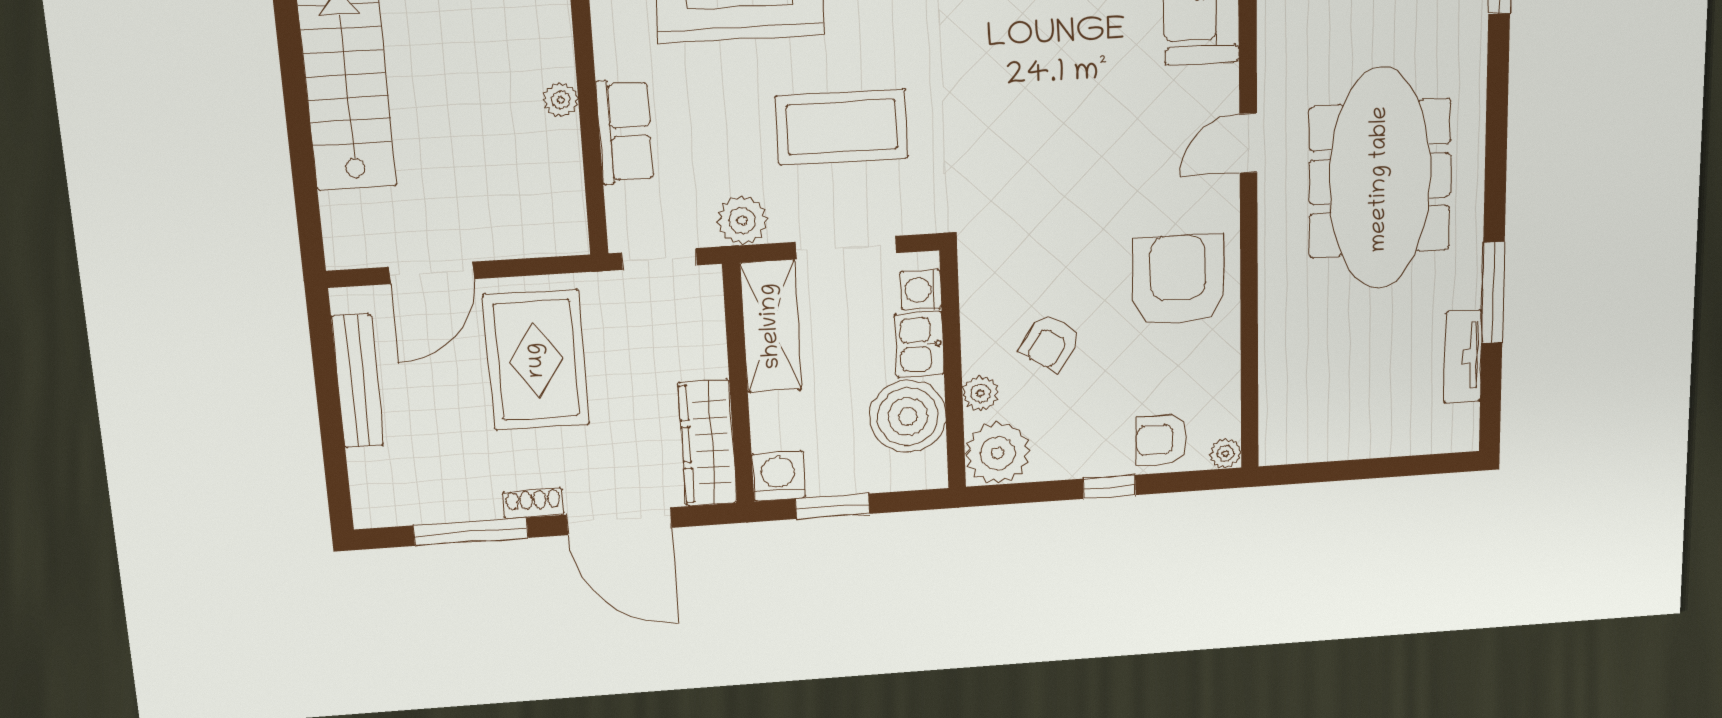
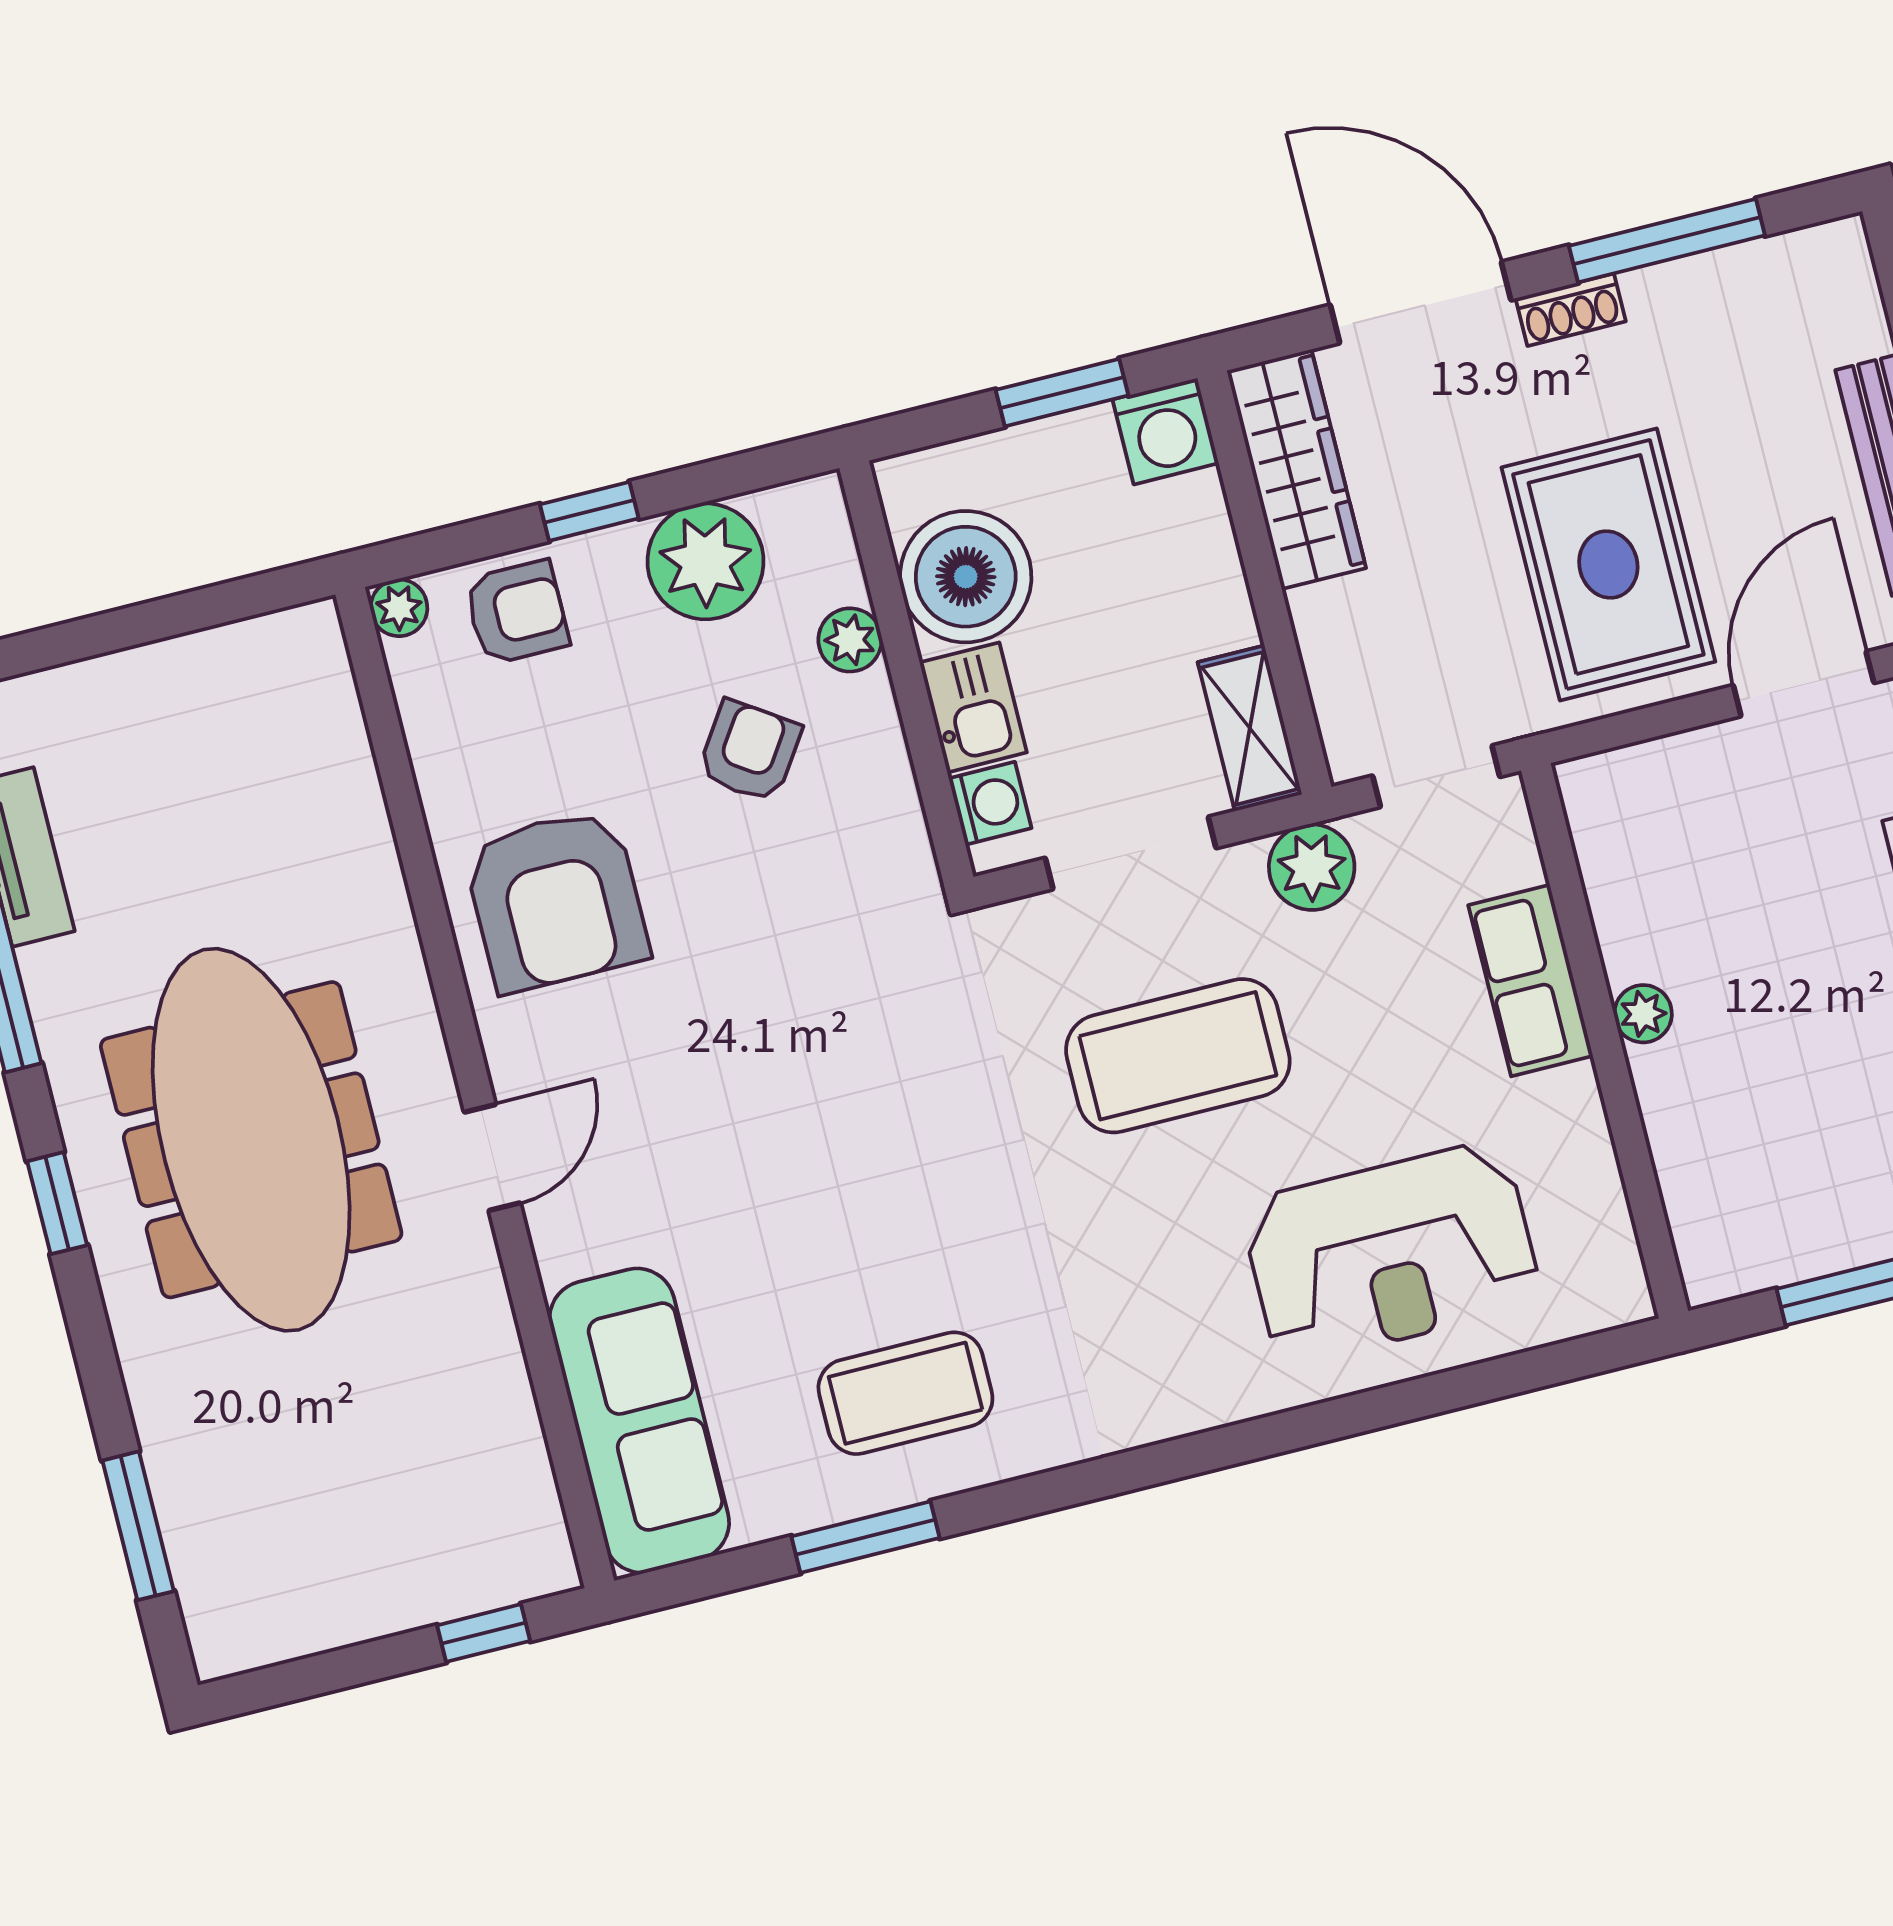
window: (1496, 164) -> (57, 1203), added
shelving: (771, 326) -> (1250, 728), width x0.67, depth x0.75
plant: (998, 453) -> (705, 561), moved

